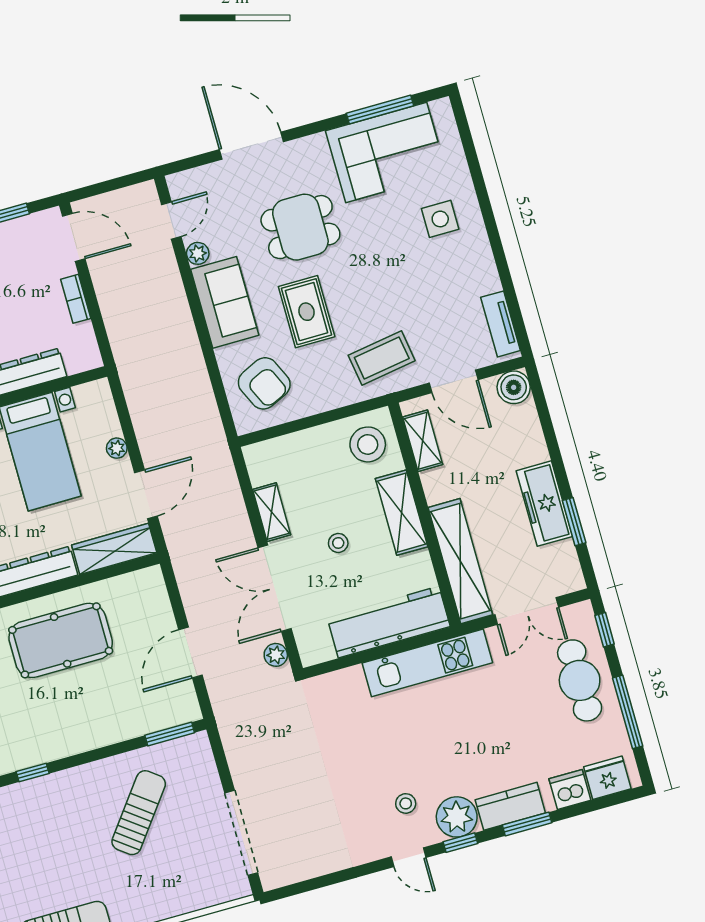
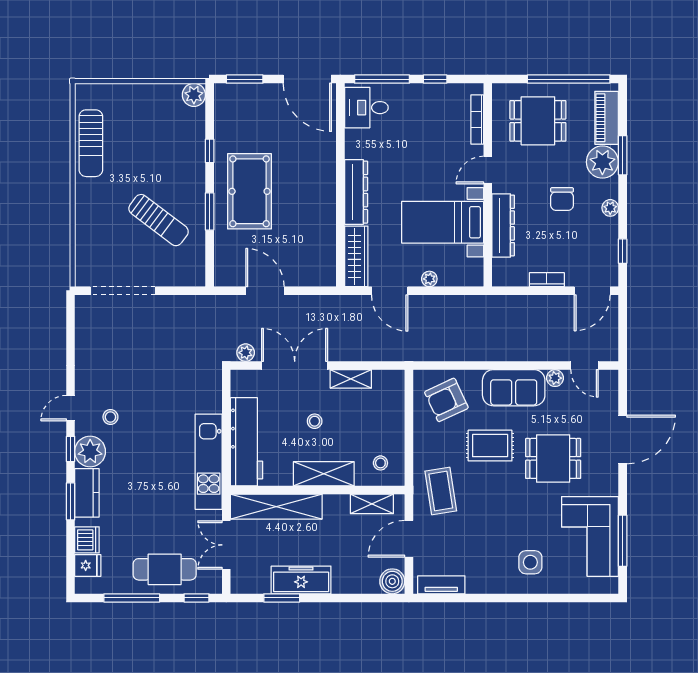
dining table: (300, 227) -> (553, 458), turned 90
stool: (368, 444) -> (380, 463), width x0.53, depth x0.53
pool table: (61, 640) -> (250, 191), moved
window: (170, 734) -> (210, 212), moved
fridge: (607, 778) -> (88, 565), width x0.72

